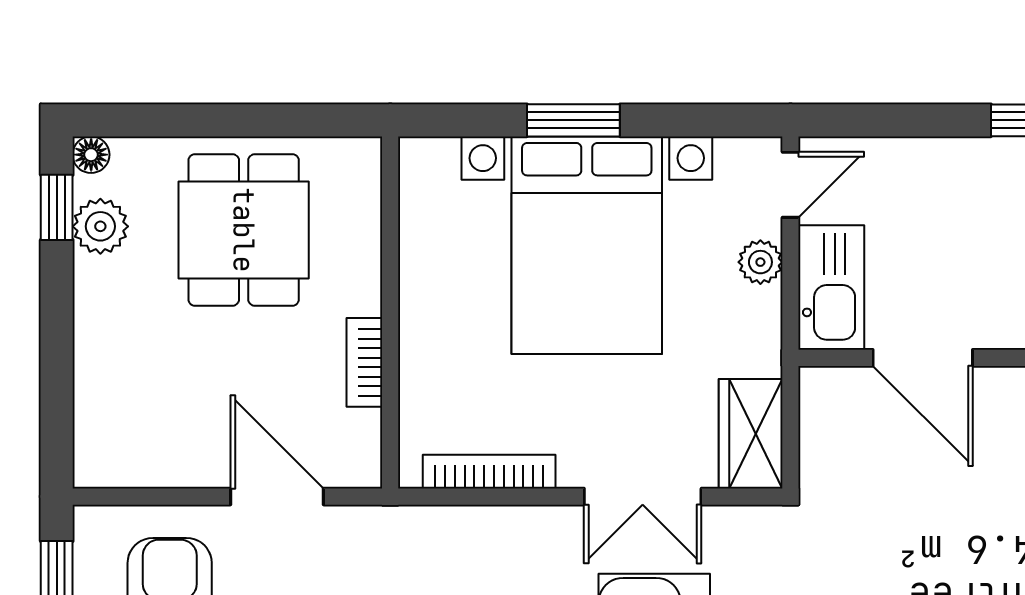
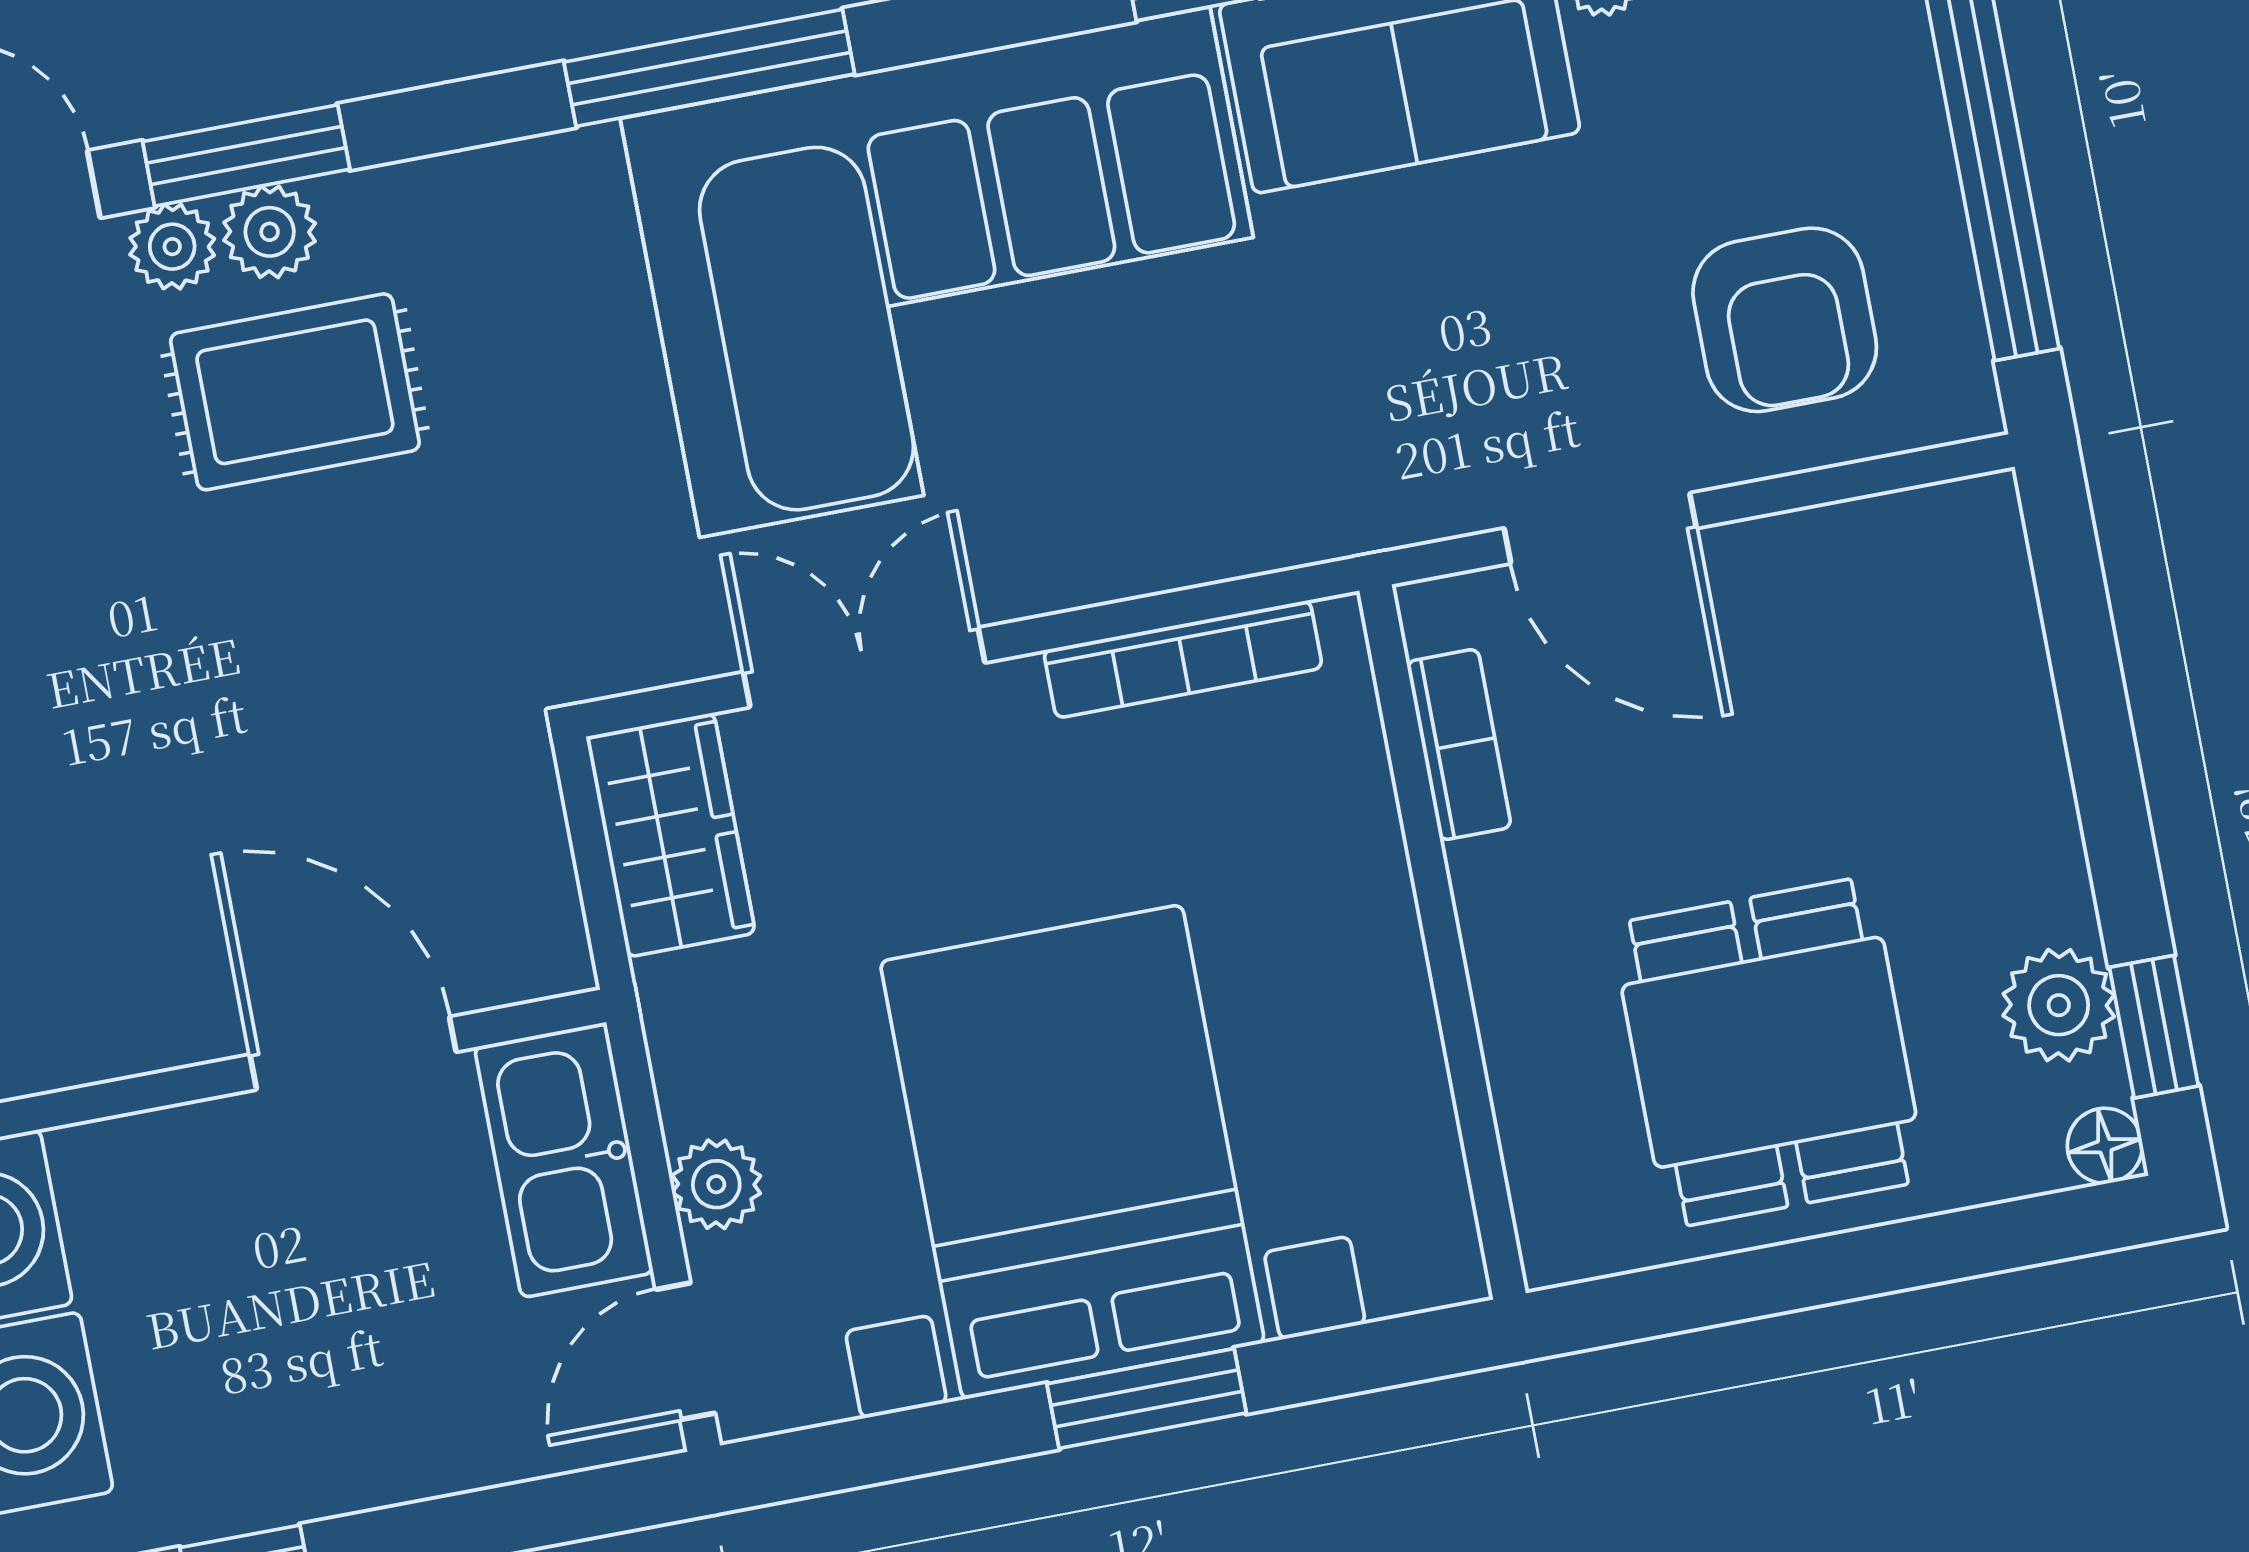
bookcase: (364, 362) -> (1459, 745), moved

